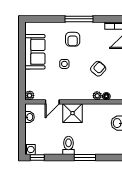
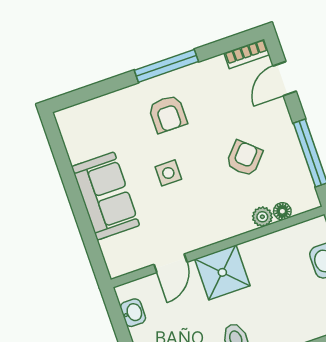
sofa: (35, 52) -> (106, 196), moved
plant: (30, 95) -> (117, 266), removed

